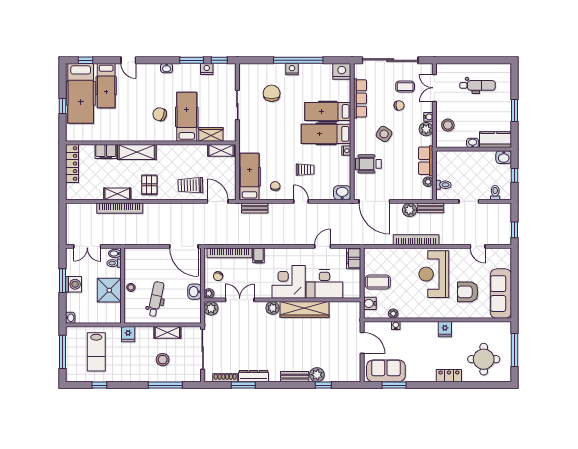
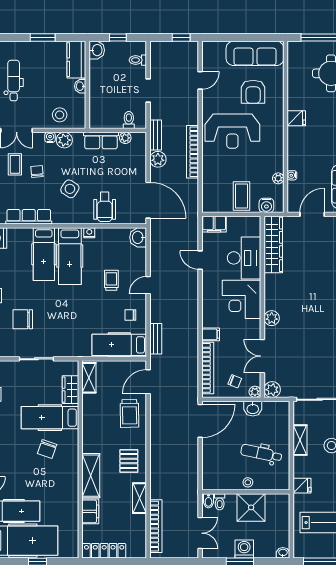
pallet: (149, 185) -> (129, 461), turned 90
door: (374, 201) -> (148, 200), hinge flipped
bookcase: (120, 208) -> (156, 526), moved
wardrobe: (305, 309) -> (273, 244), moved

